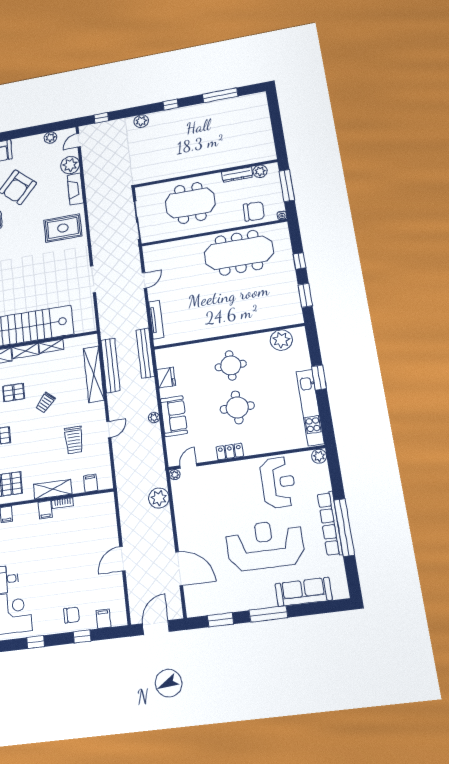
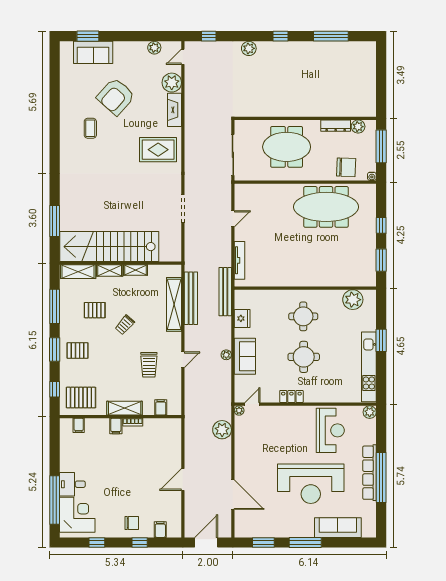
reception desk: (265, 545) -> (311, 484), turned 180

